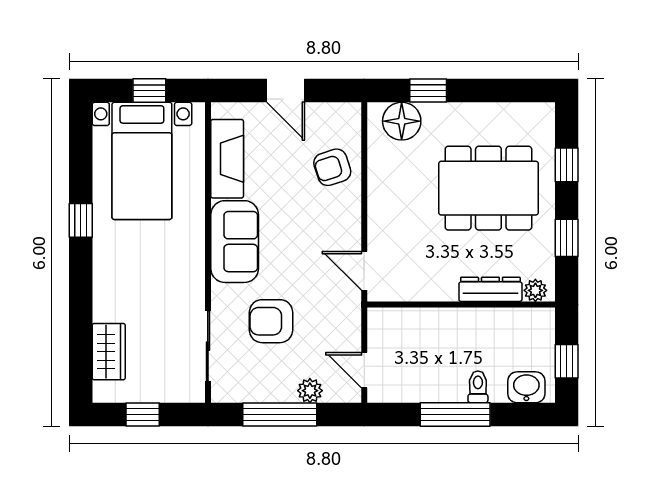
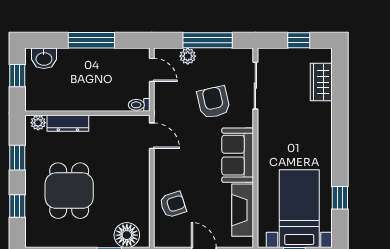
dining table: (488, 188) -> (69, 191), width x0.73
window: (81, 220) -> (340, 198), moved
armchair: (271, 321) -> (214, 102), turned -103
toilet: (478, 387) -> (139, 105), moved, turned 90

